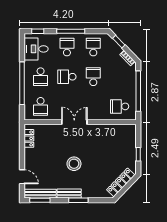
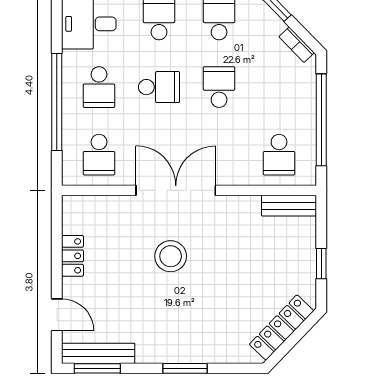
school desk: (67, 77) -> (159, 87), turned 180
school desk: (120, 106) -> (279, 155), turned -90
double door: (74, 122) -> (176, 190), width x1.37
locker: (29, 138) -> (73, 256), moved
stool: (74, 164) -> (171, 256), moved
bench: (69, 194) -> (289, 206), moved

